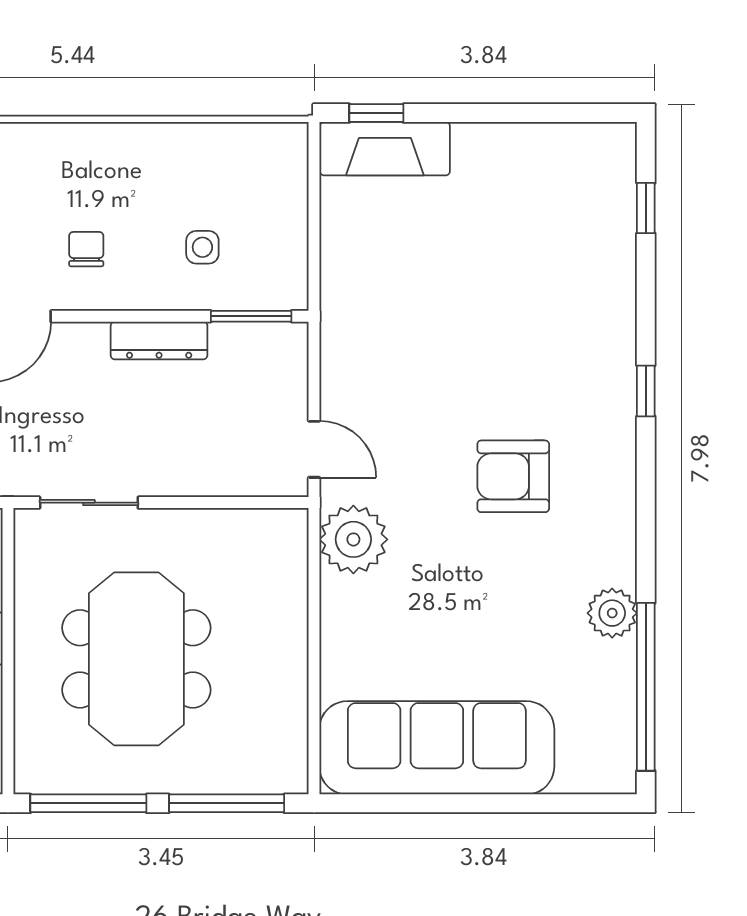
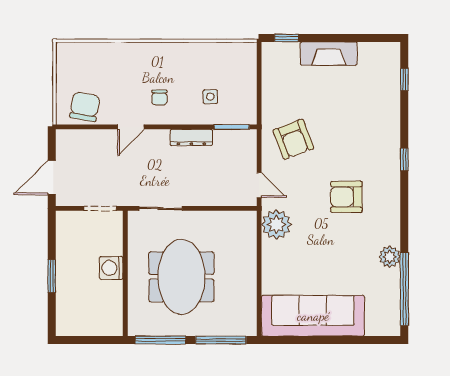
fireplace: (385, 149) -> (329, 54), moved
chair: (86, 249) -> (159, 97), turned 180
armchair: (392, 345) -> (293, 139), added

